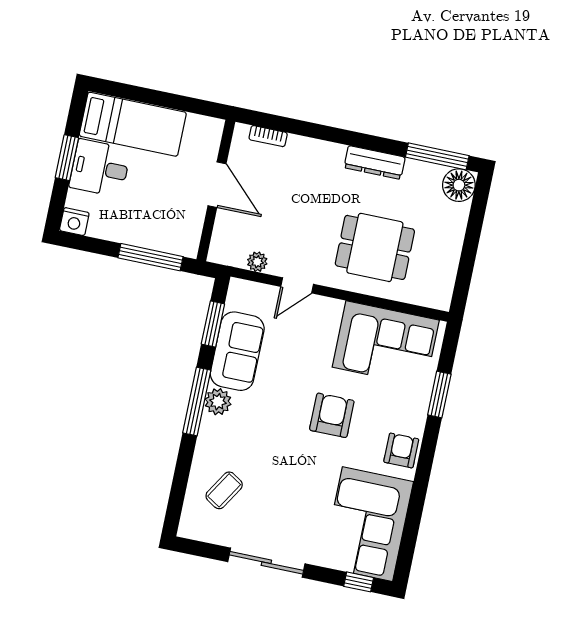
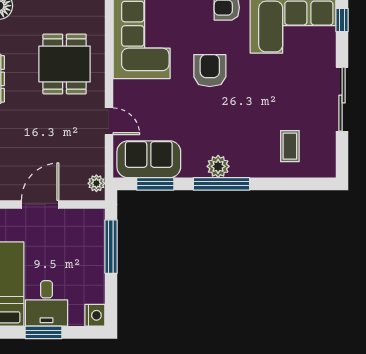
plant: (257, 262) -> (96, 183), moved
sofa: (237, 351) -> (149, 159), moved
armchair: (332, 415) -> (210, 71), turned 90
coffee table: (224, 490) -> (290, 146), turned 58

